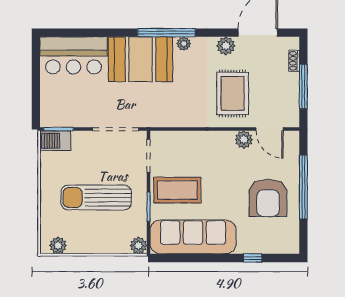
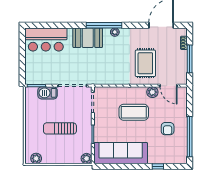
plant: (226, 46) -> (141, 33), removed
booth: (140, 59) -> (88, 38), width x0.73, depth x0.70
barbecue: (55, 141) -> (48, 93), moved
window: (303, 187) -> (190, 137), moved
coffee table: (177, 190) -> (134, 112), moved
sun lounger: (96, 197) -> (60, 128), width x0.73, depth x0.75
armchair: (268, 198) -> (168, 129), width x0.53, depth x0.53

